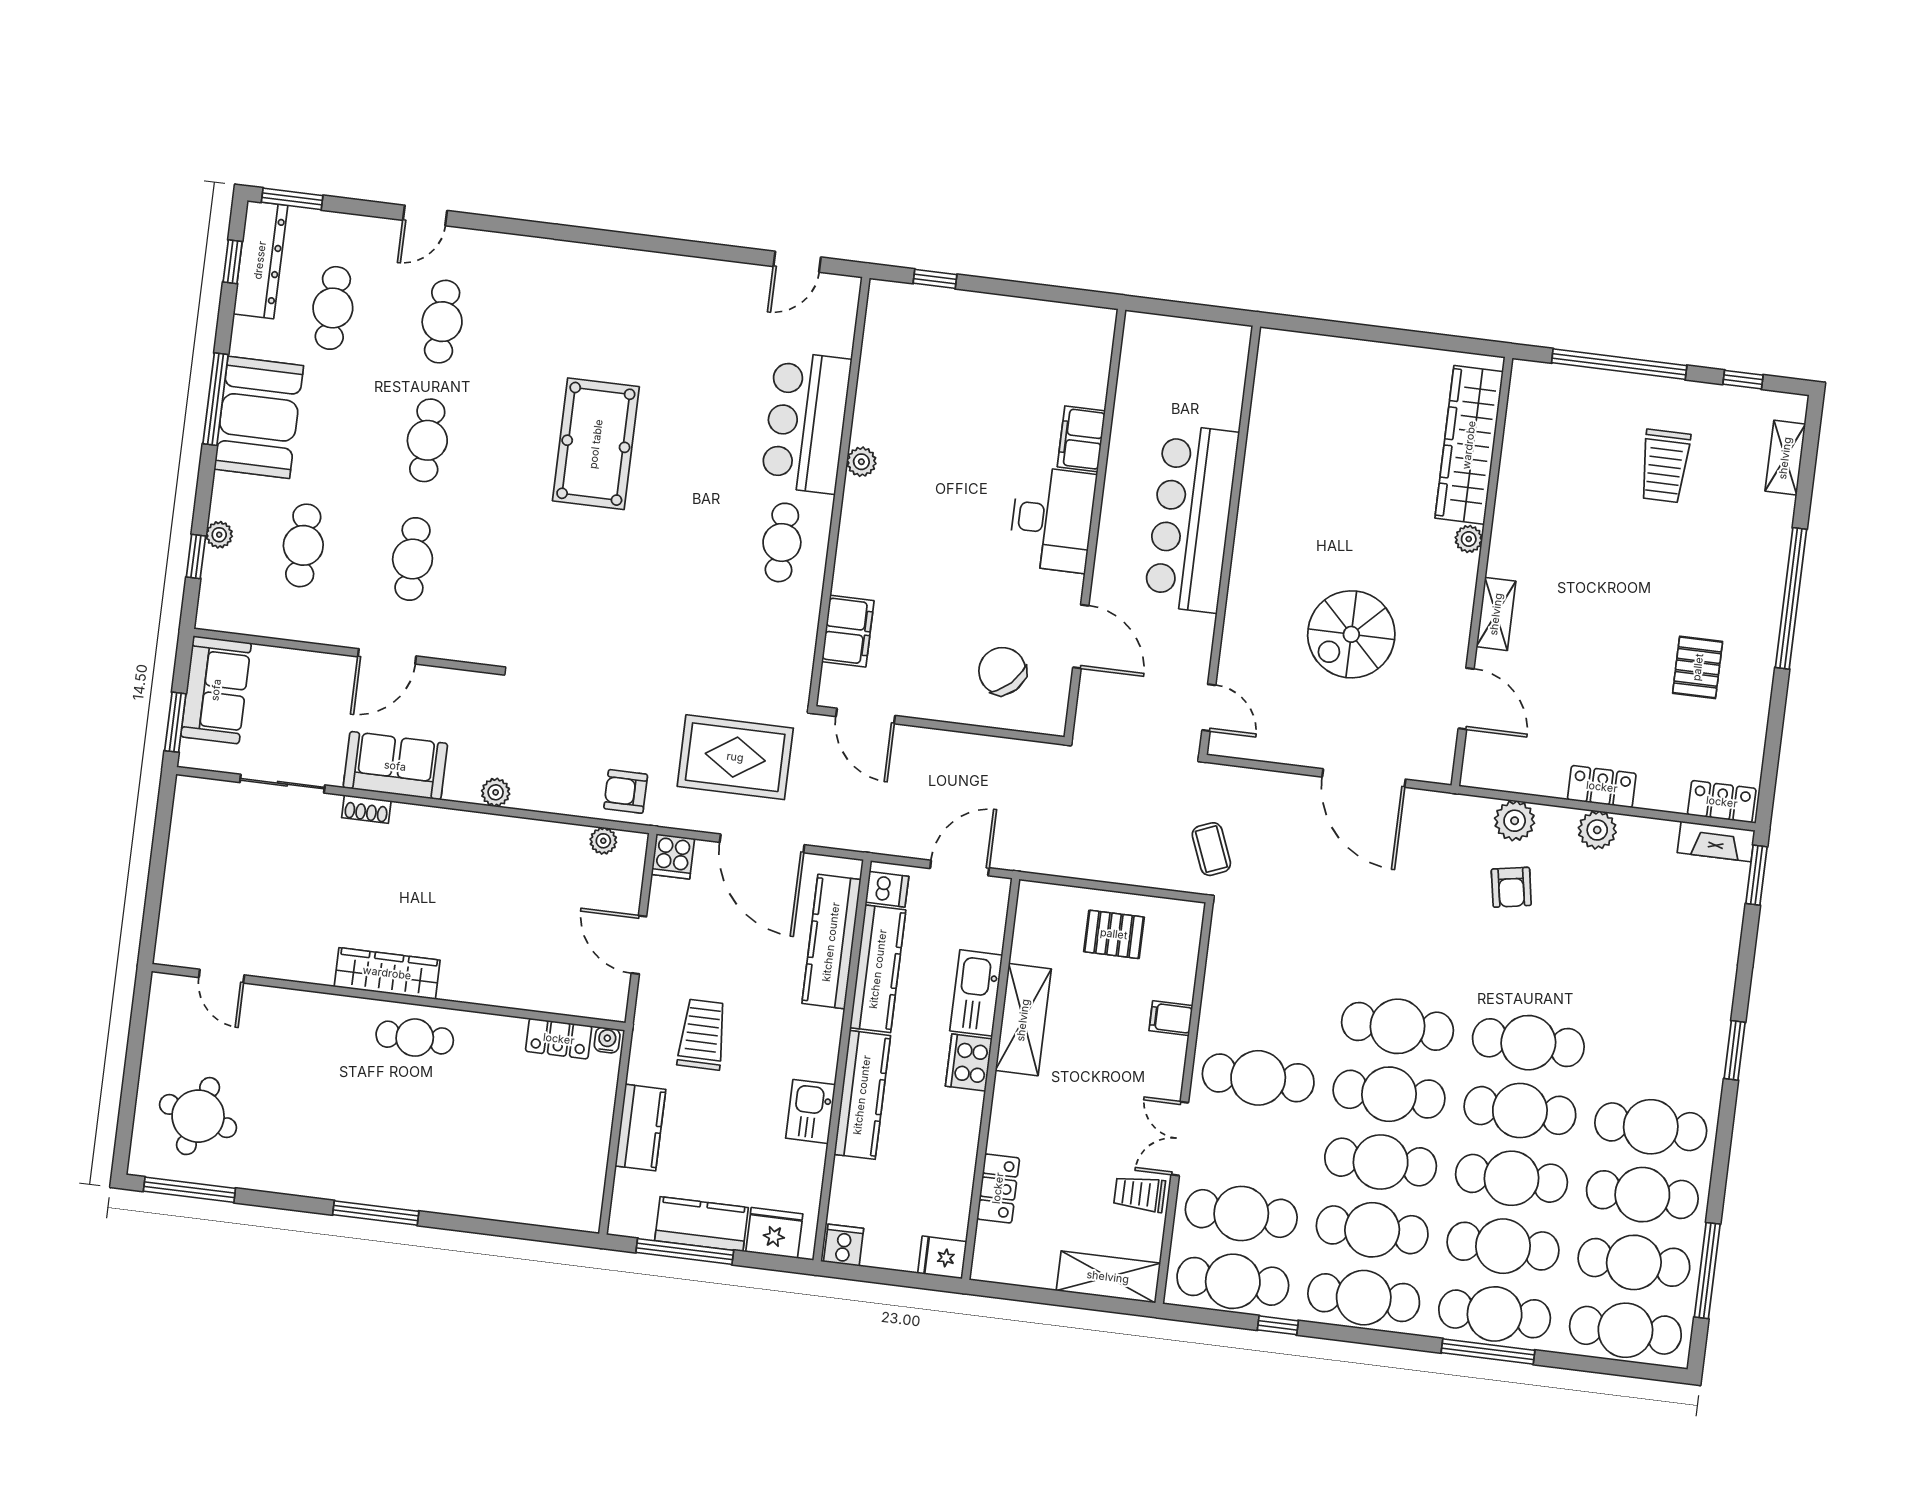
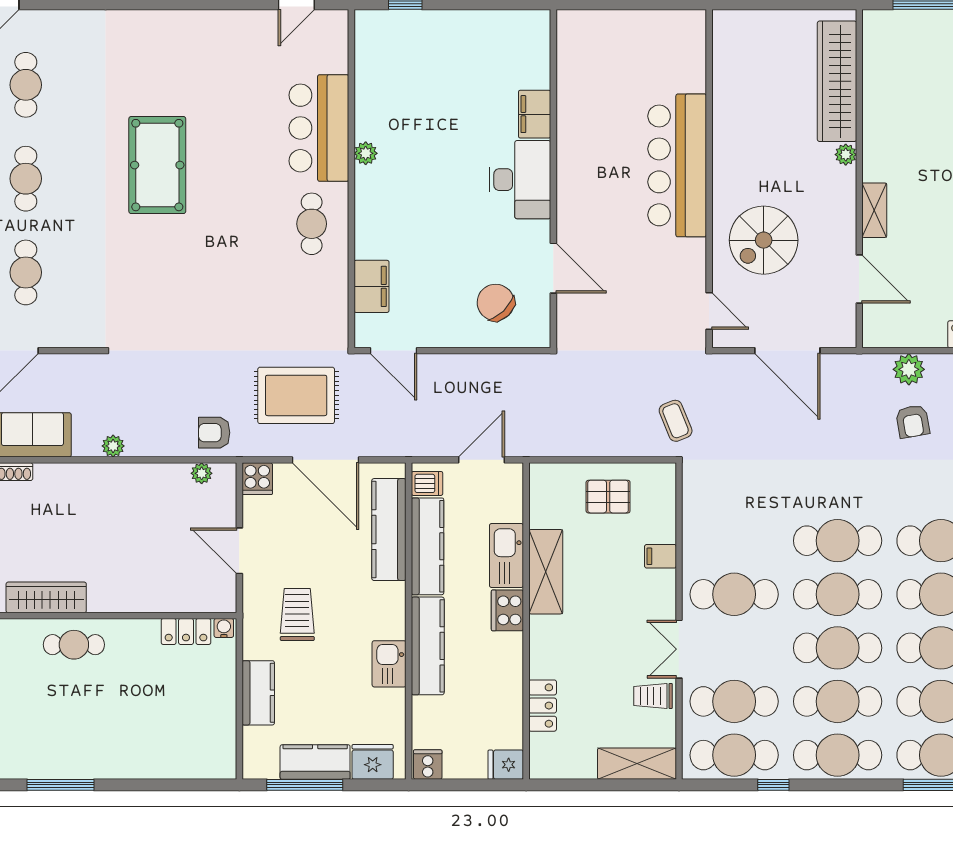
bar counter: (1191, 518) -> (677, 165), moved
wall: (1230, 540) -> (709, 179), moved
door: (1209, 708) -> (709, 311), moved

